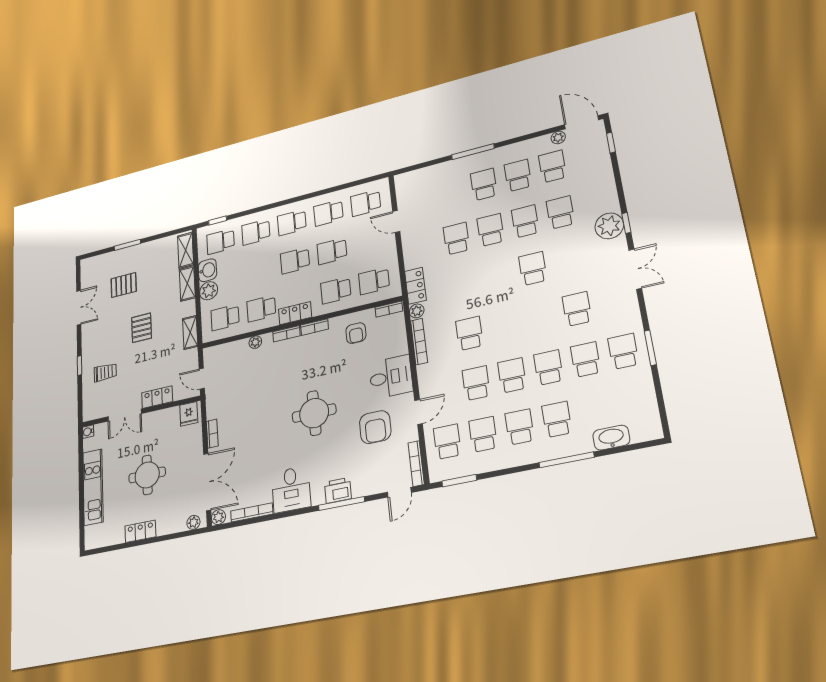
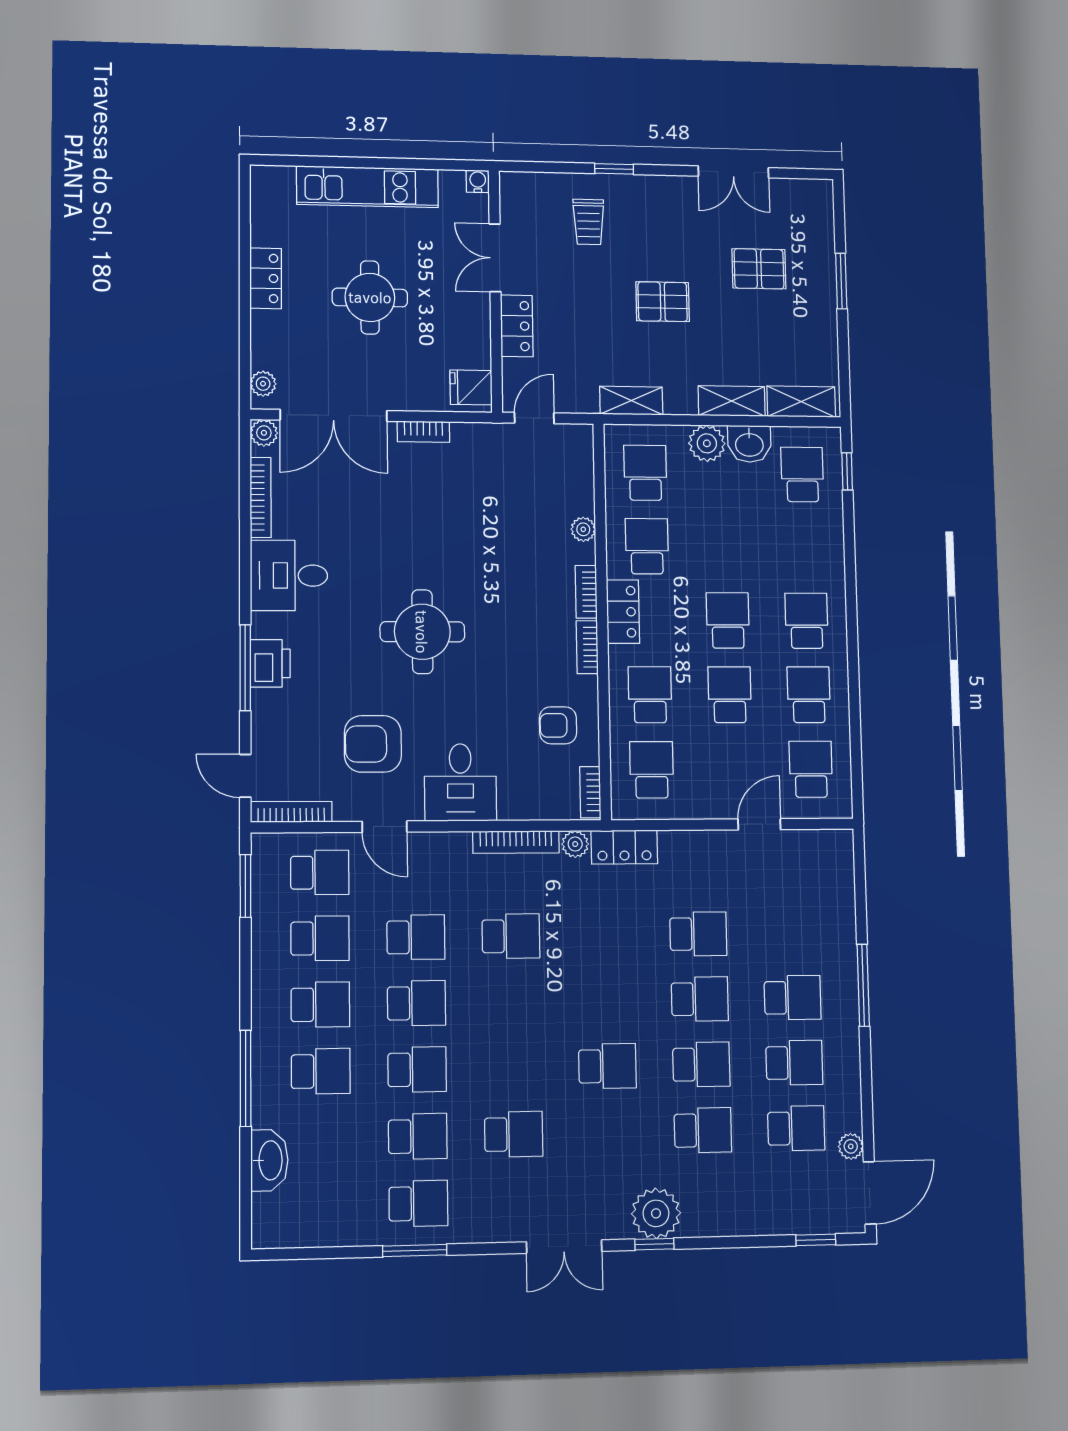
school desk: (256, 232) -> (804, 547), removed
pallet: (124, 285) -> (759, 269), turned 90

